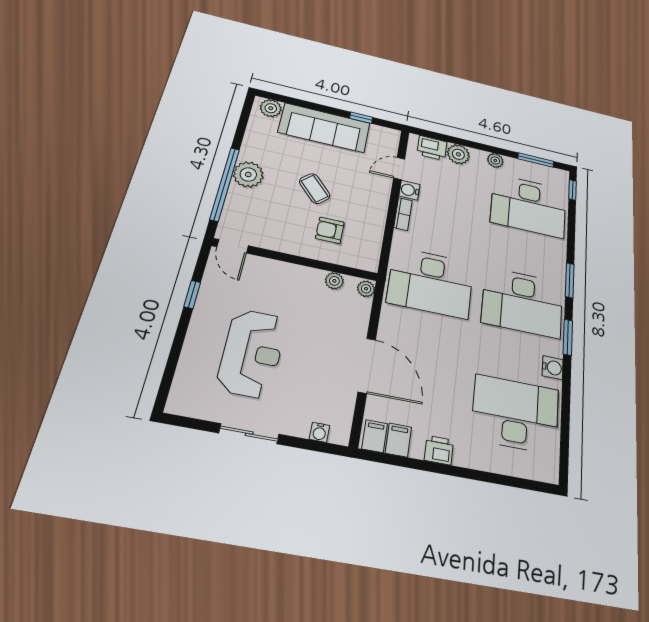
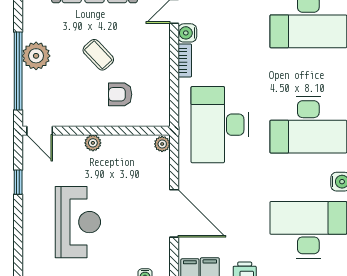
plant: (334, 281) -> (93, 143), moved
desk: (431, 283) -> (220, 125), turned 90

